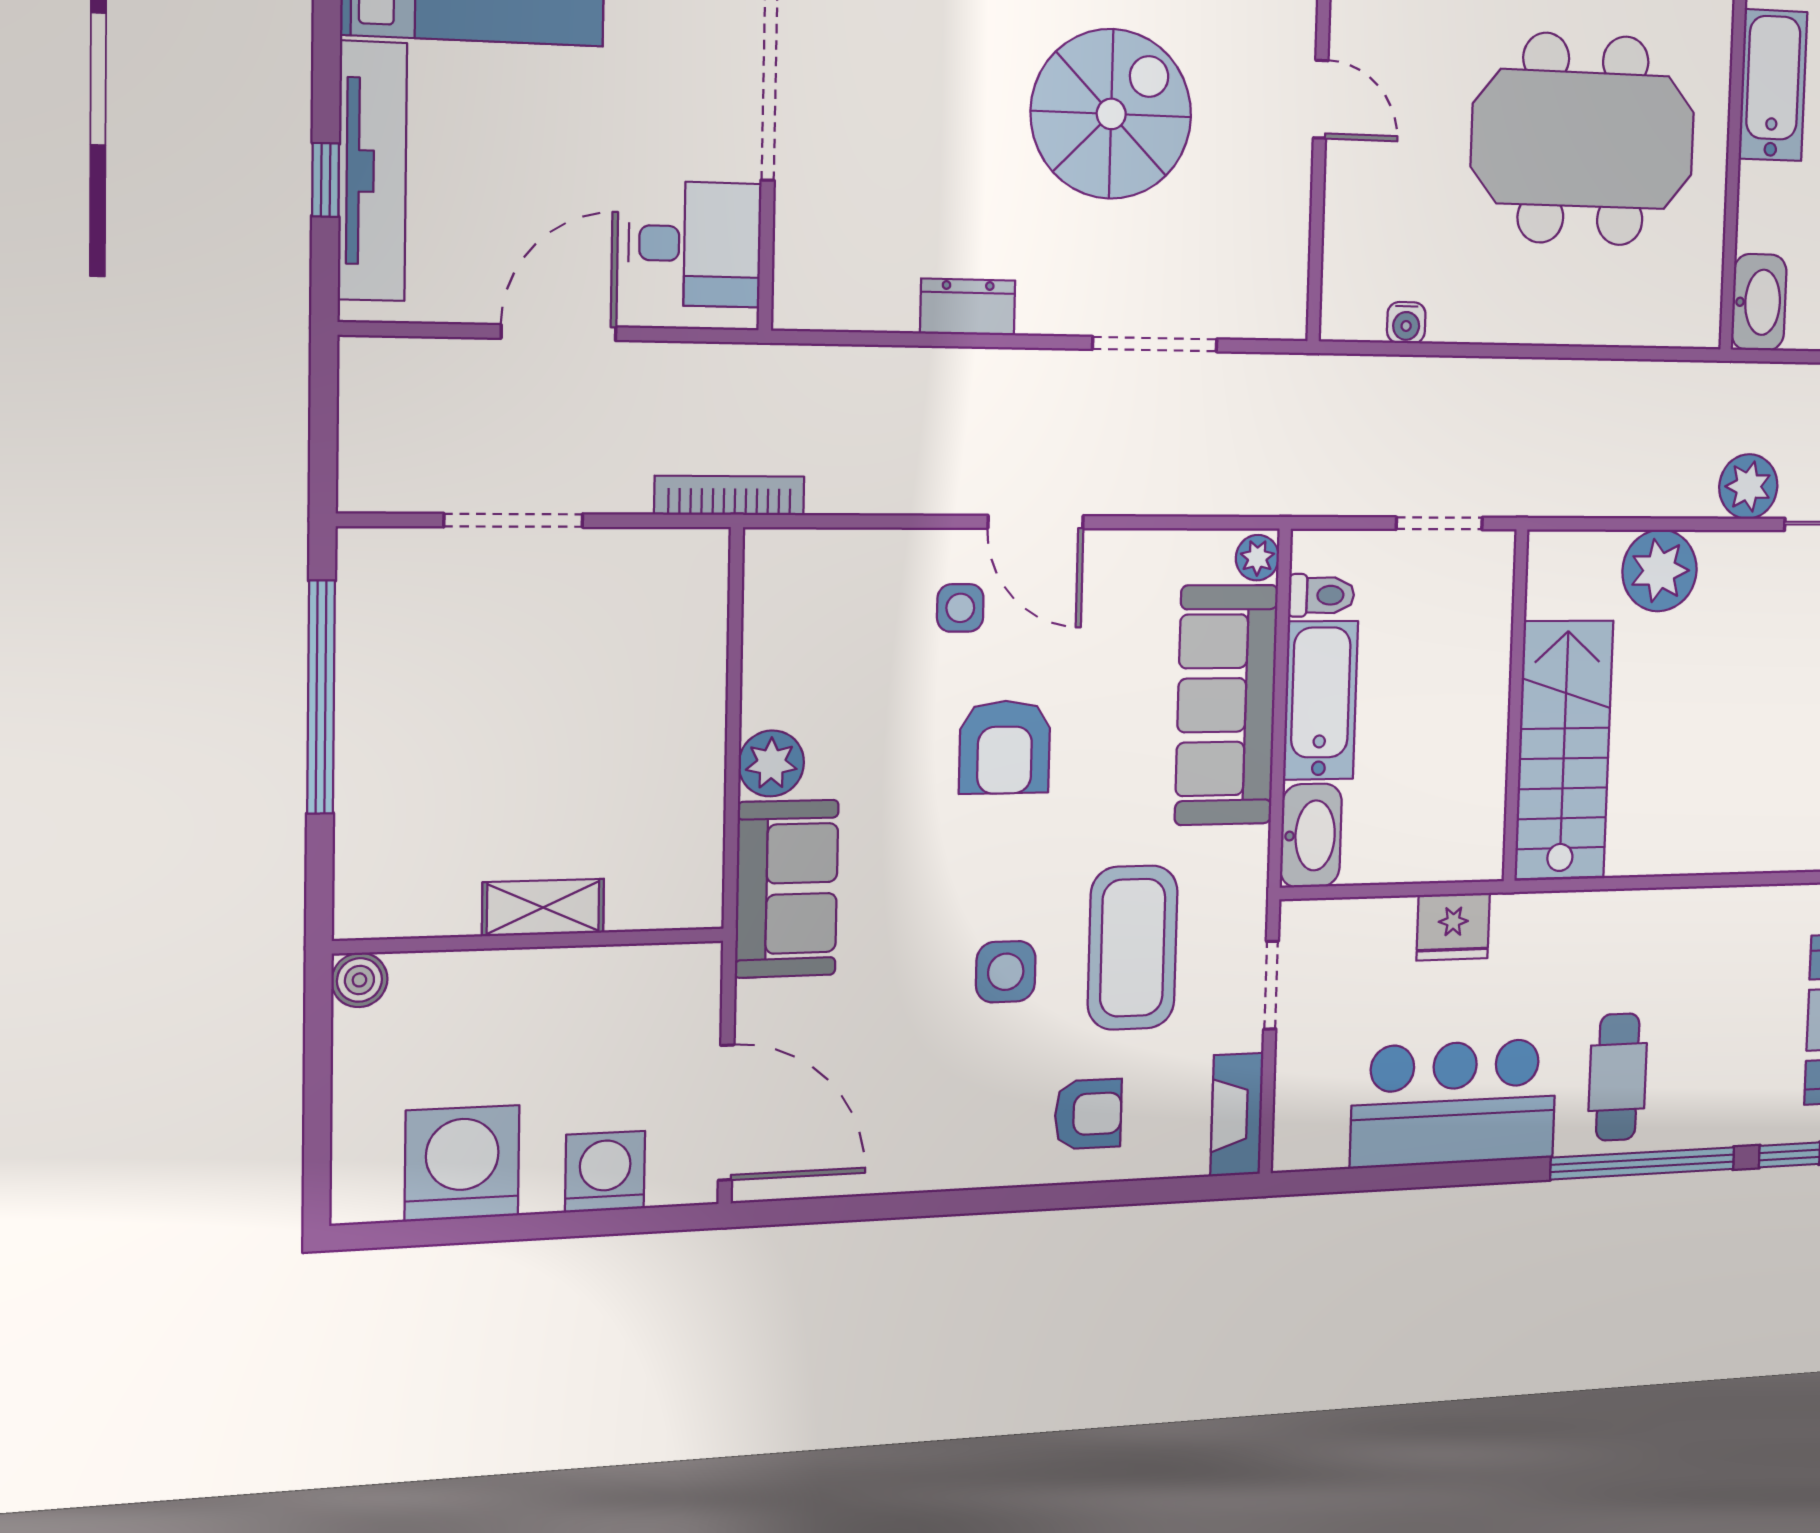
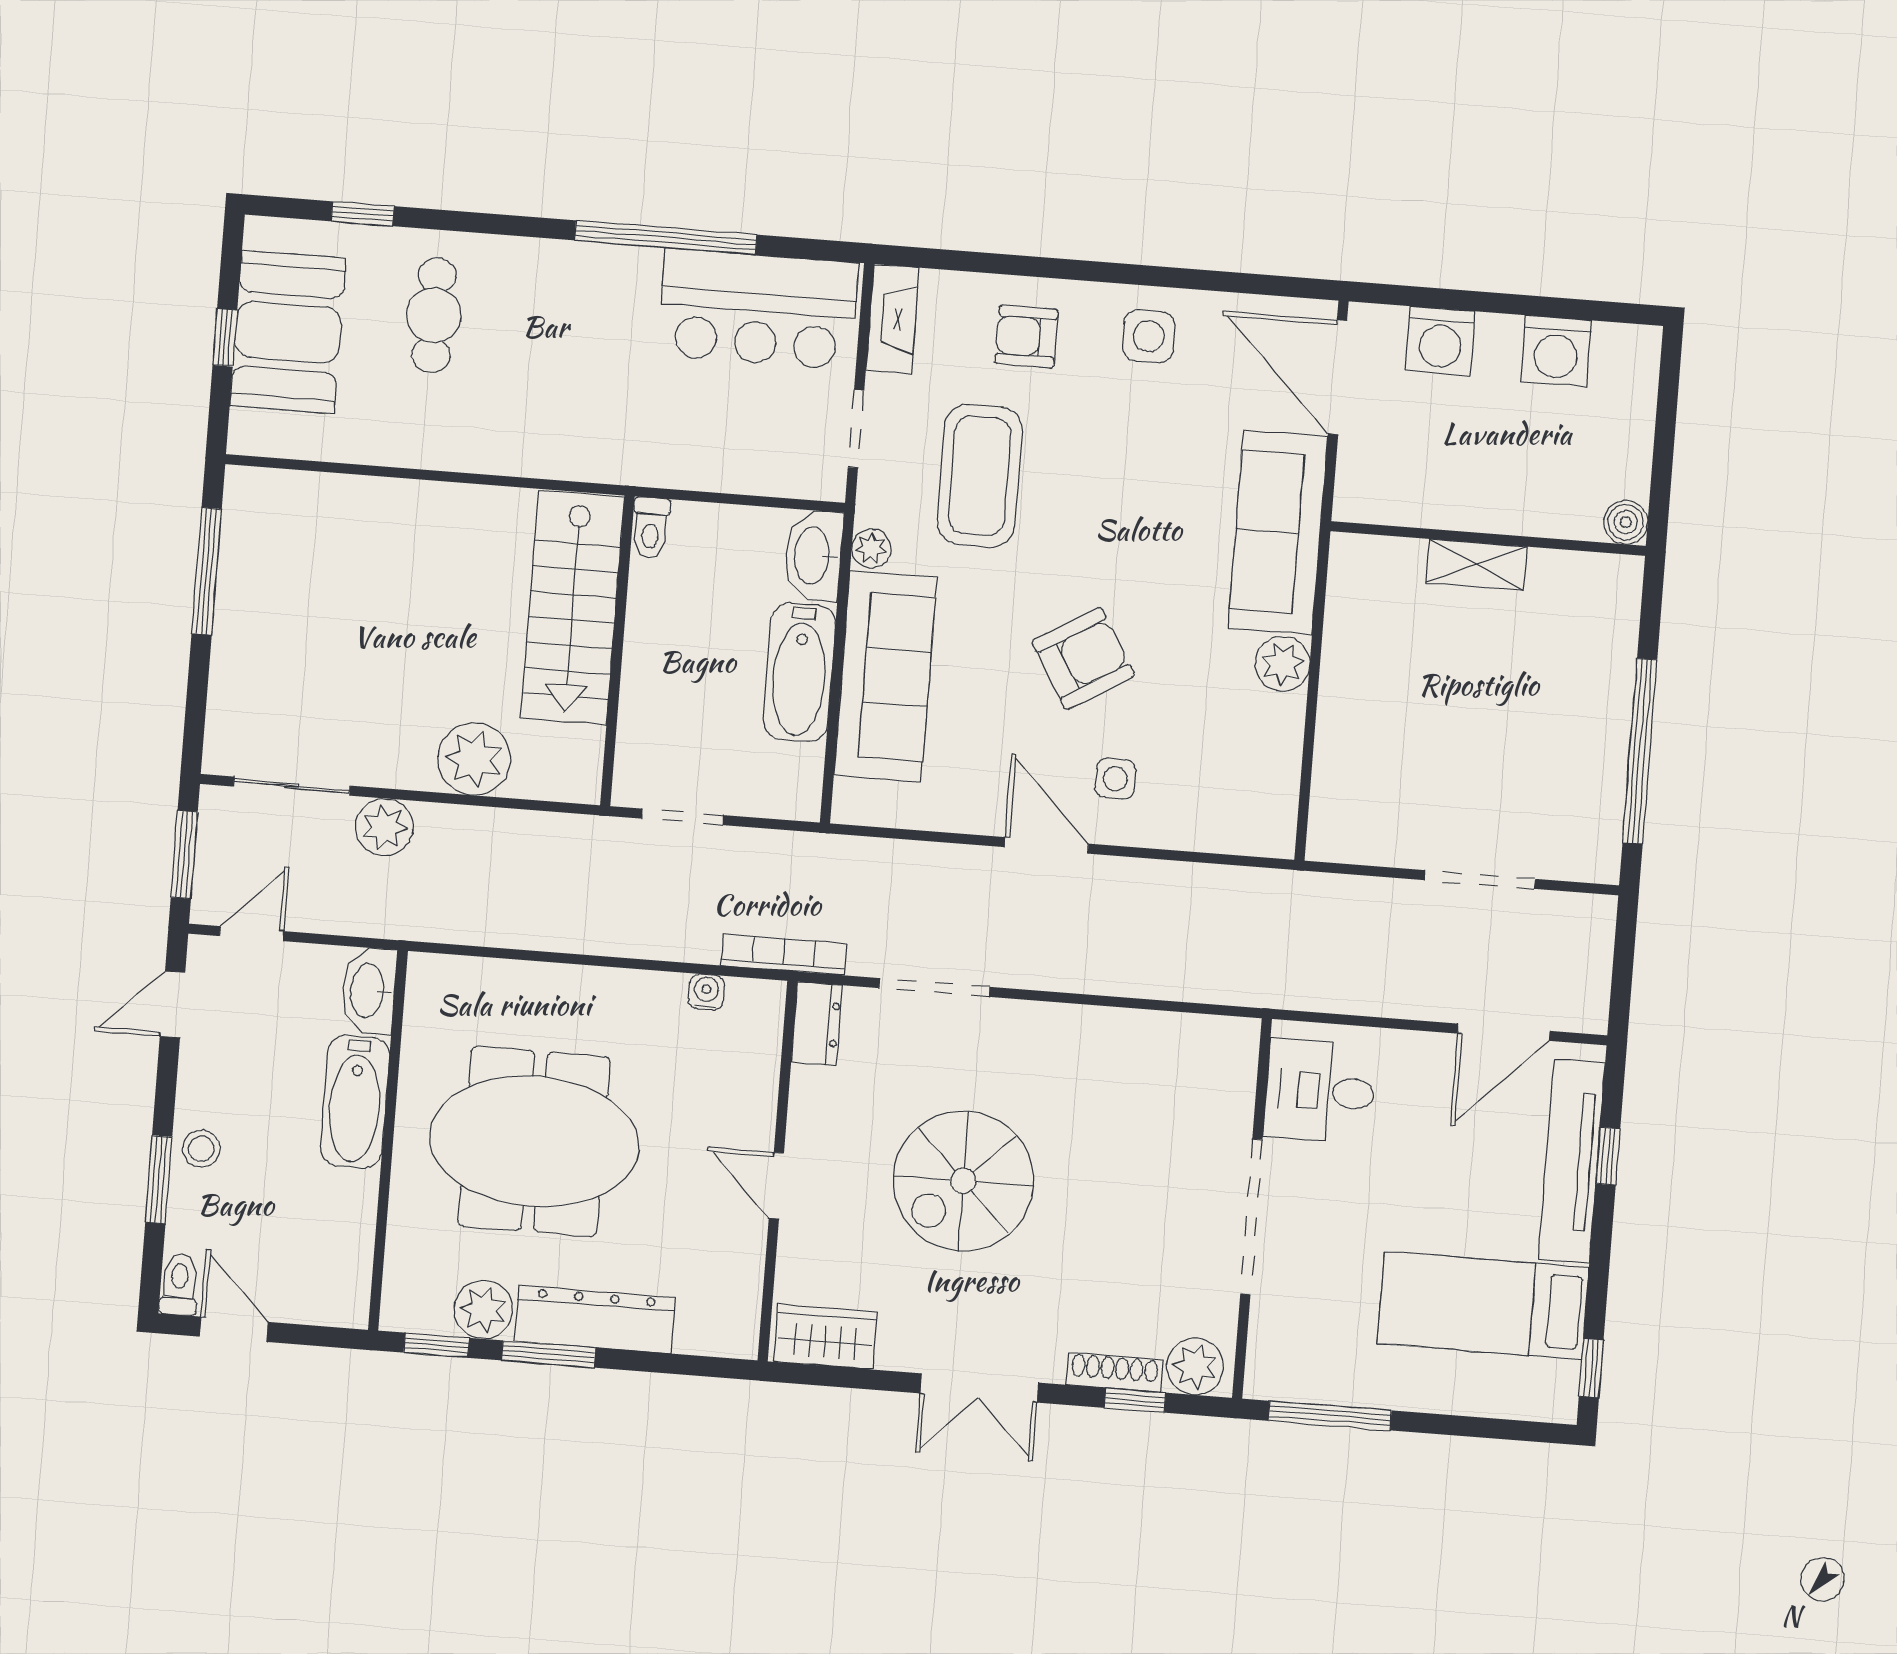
bathtub: (1773, 85) -> (355, 1102), moved
dresser: (968, 307) -> (817, 1024), moved, turned -90
door: (559, 333) -> (1504, 1032), moved
bookcase: (729, 496) -> (784, 955), moved, turned 180
plant: (1257, 558) -> (871, 548), moved
toilet: (1321, 595) -> (651, 528), moved, turned -90
armchair: (1005, 747) -> (1083, 659), turned 59
sofa: (787, 889) -> (1278, 532), width x1.36
fridge: (1453, 927) -> (684, 461), removed
side table: (1006, 972) -> (1149, 336), moved
cafe table: (1618, 1077) -> (434, 315), moved
bar counter: (1454, 1103) -> (758, 309), moved
washing machine: (462, 1163) -> (1556, 351), width x0.73, depth x0.73
window: (1643, 1163) -> (666, 238), moved

